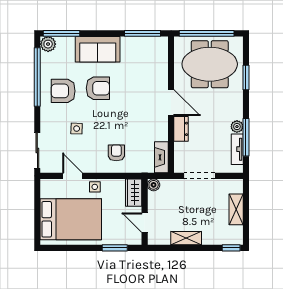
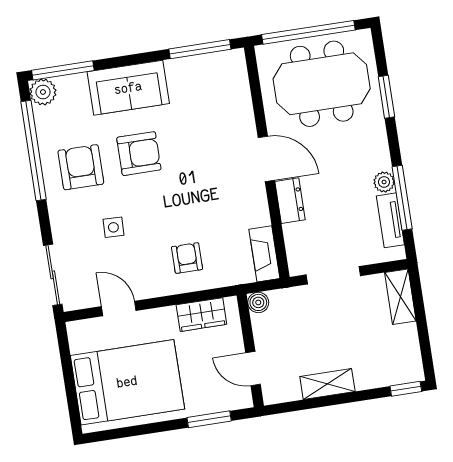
armchair: (63, 91) -> (81, 167), turned 90
side table: (95, 187) -> (159, 321), removed
wardrobe: (134, 193) -> (201, 315), moved, turned -90
shelving: (236, 209) -> (400, 297), moved

